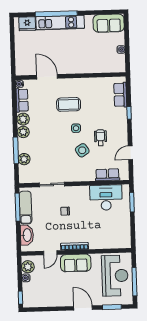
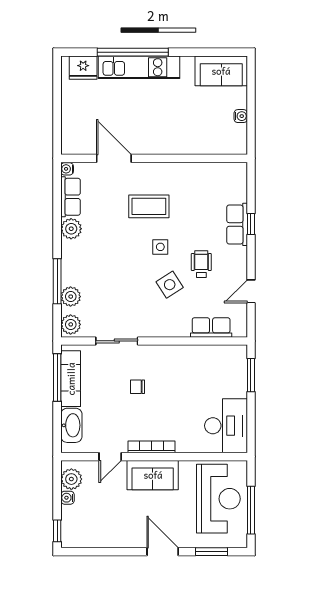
row of seats: (120, 95) -> (237, 224), moved
plant: (23, 132) -> (71, 324), moved
desk: (106, 198) -> (226, 426), moved, turned 90

